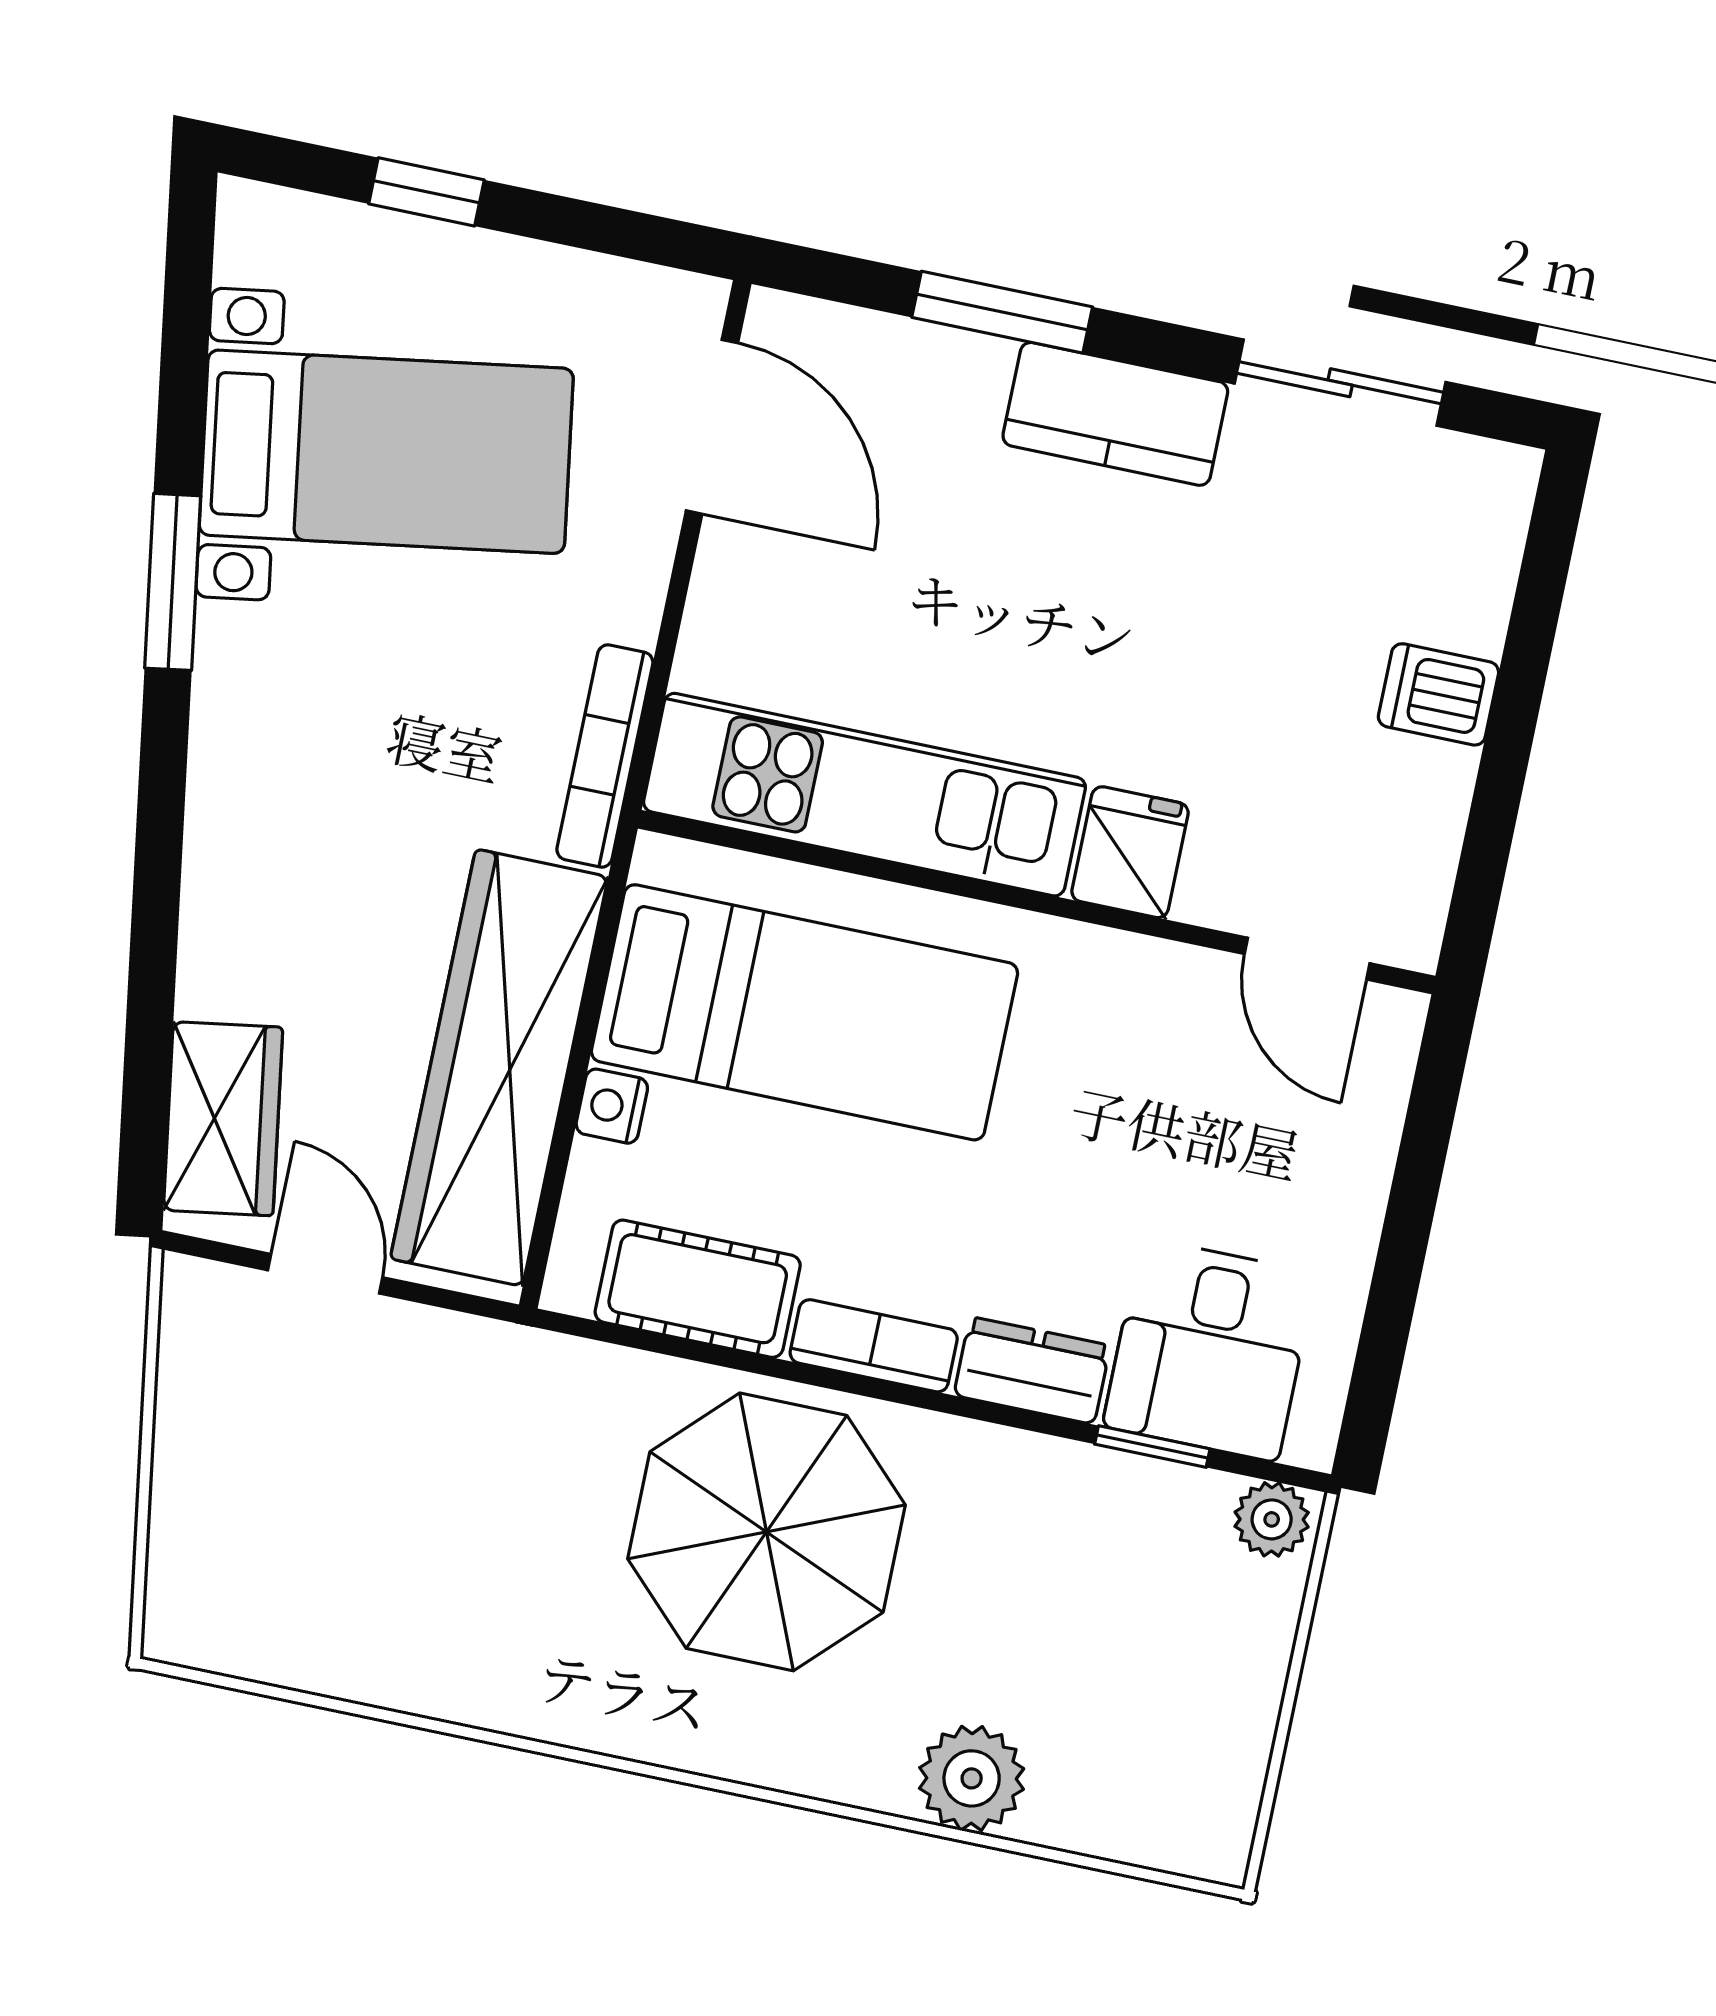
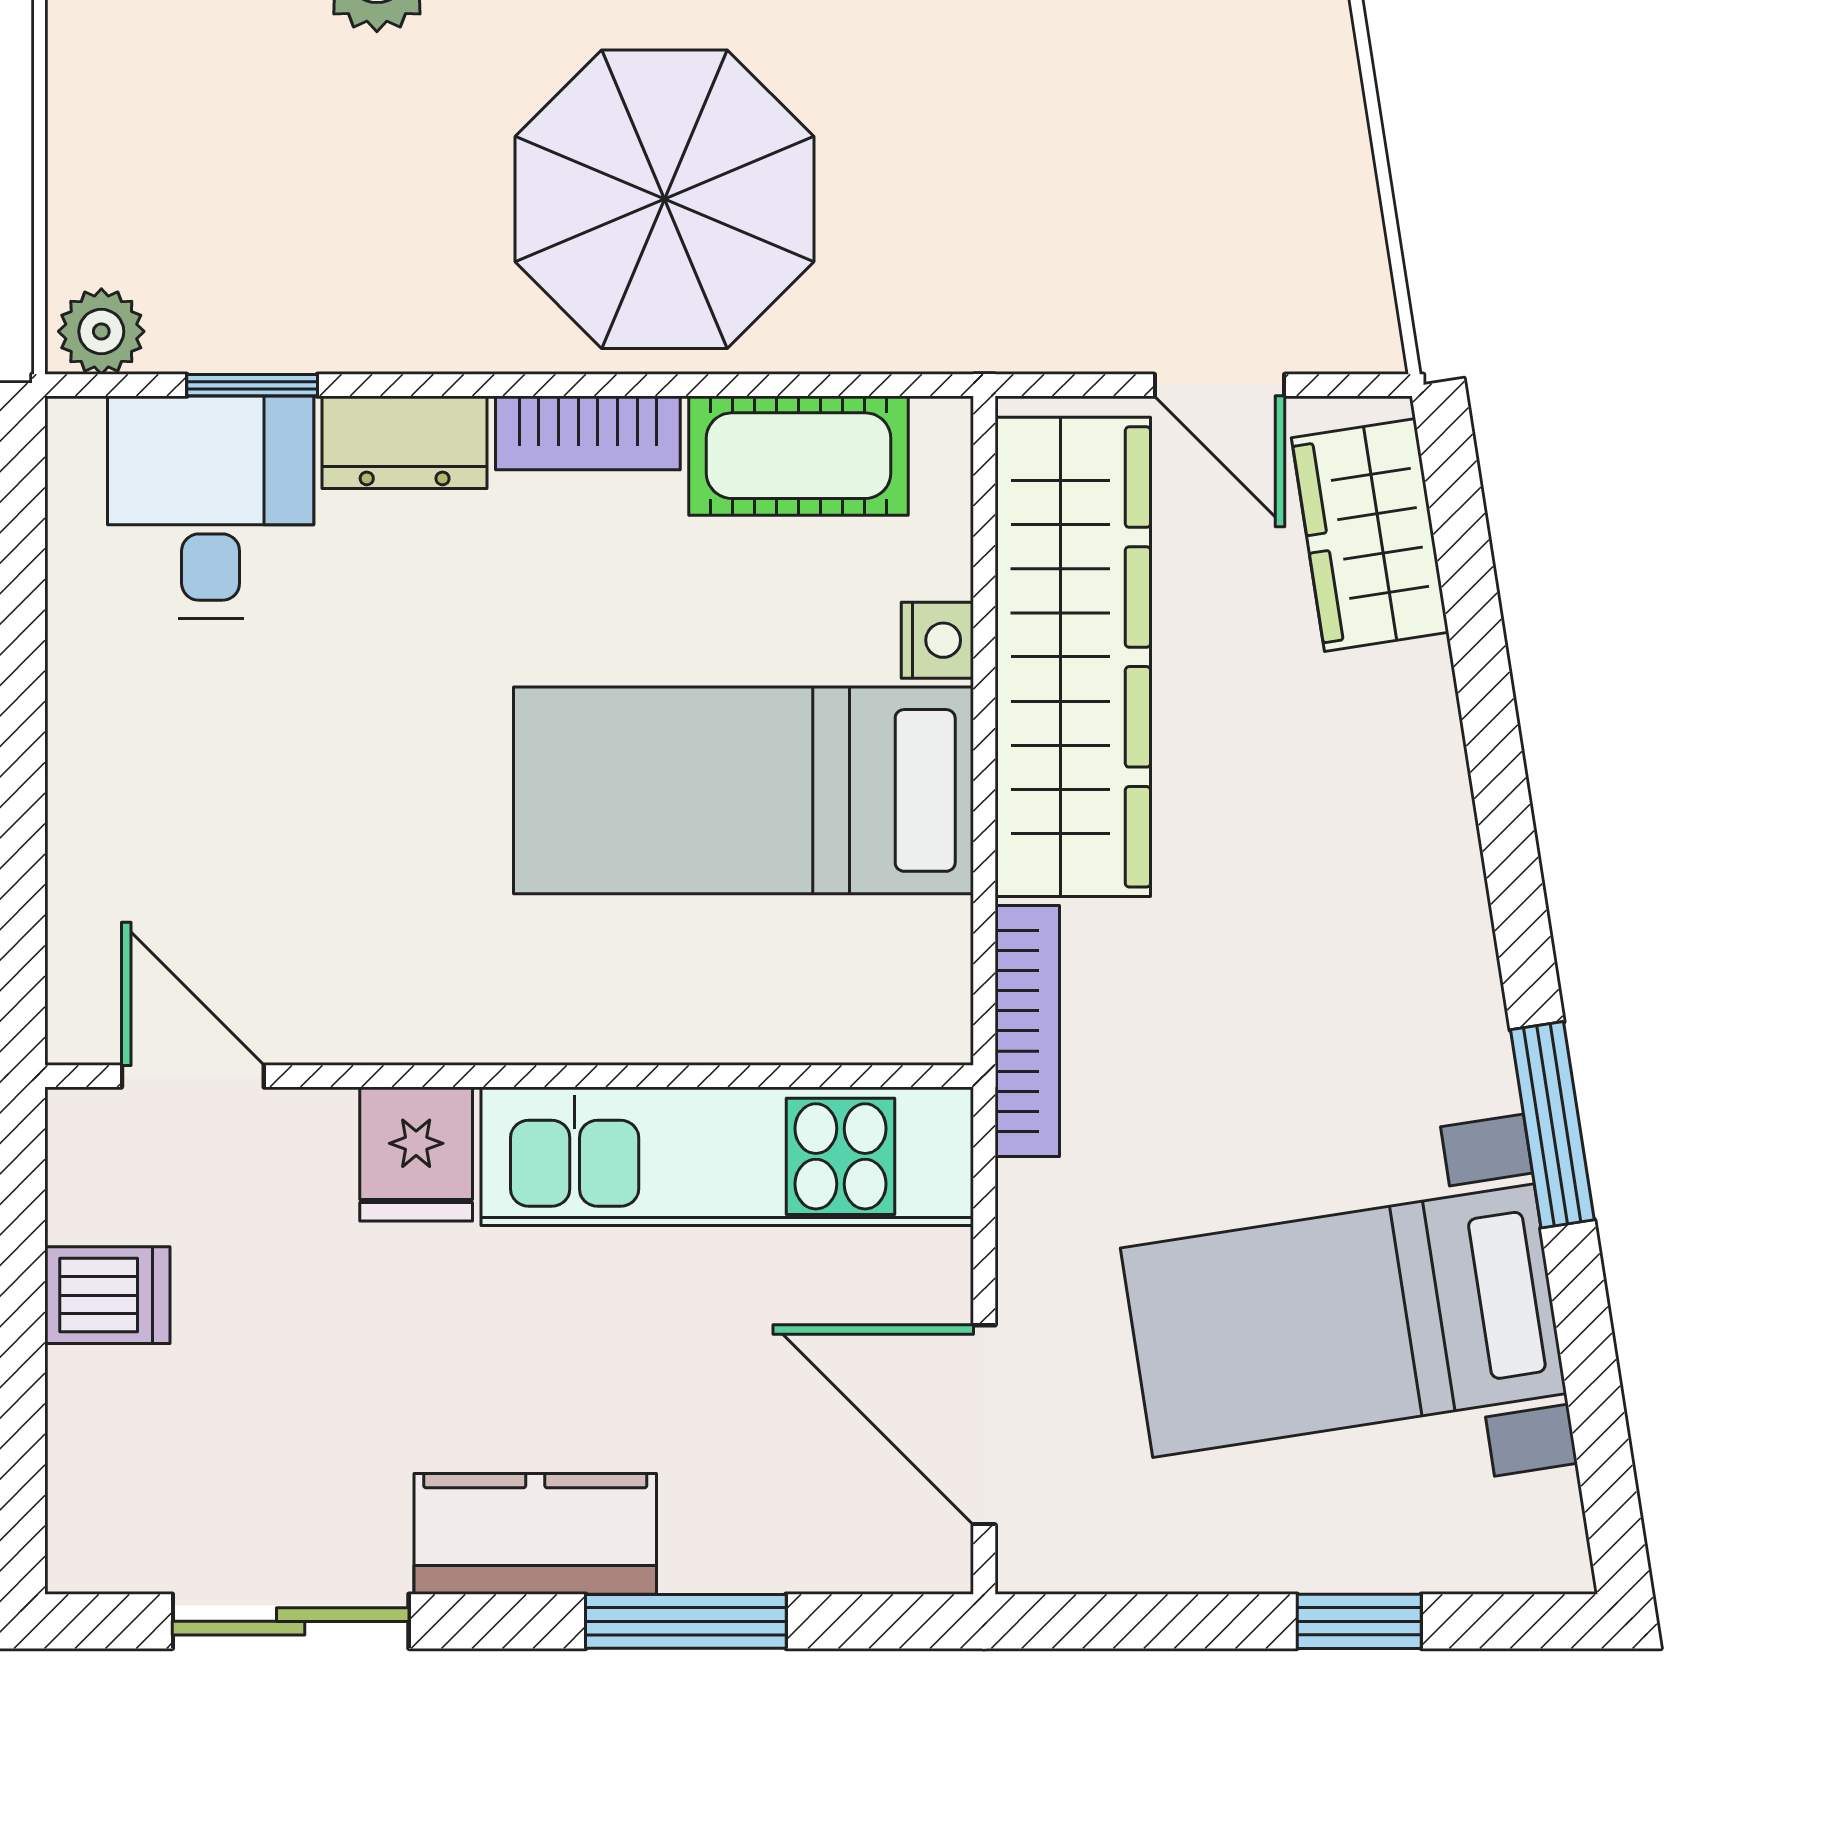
kitchen unit: (864, 795) -> (727, 1156), moved
fridge: (1130, 852) -> (416, 1154), moved
wall: (1037, 902) -> (509, 1076), moved
door: (1307, 959) -> (193, 1076), moved

